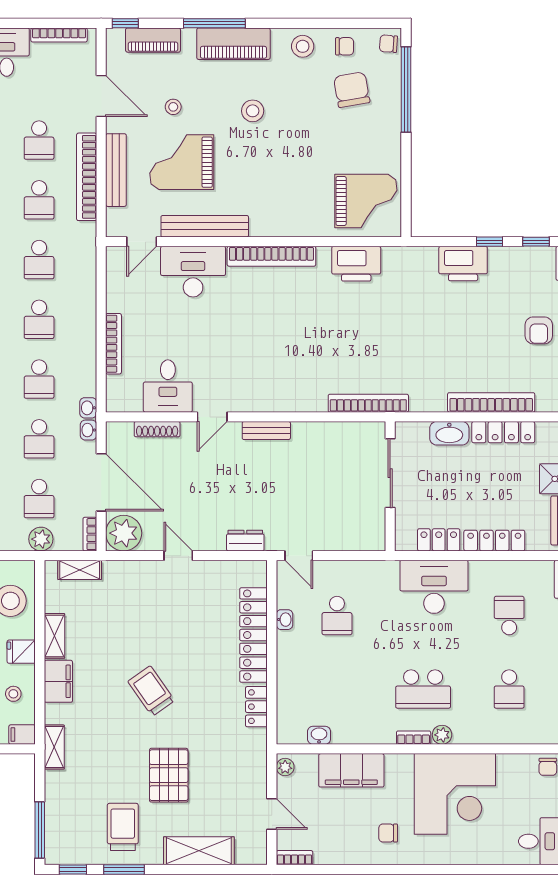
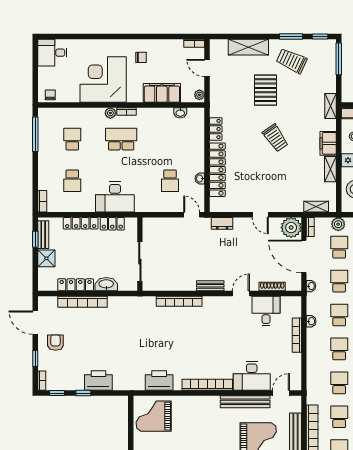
bookcase: (368, 403) -> (179, 301), moved
washbasin: (88, 408) -> (311, 321), moved
school desk: (337, 616) -> (170, 181), turned 180
trolley: (123, 827) -> (292, 61), turned 115

